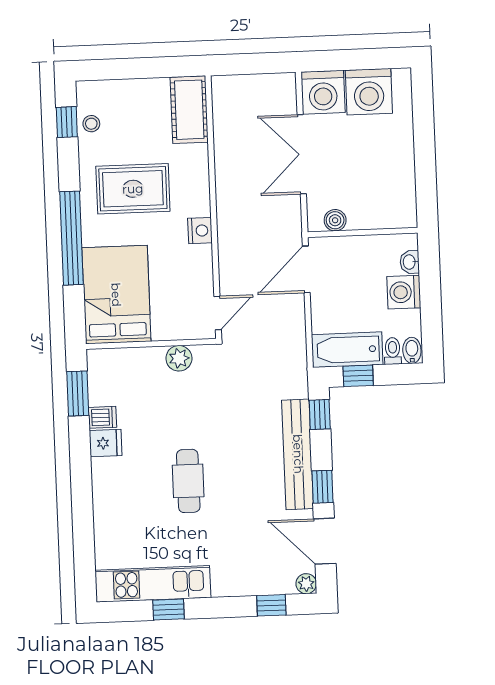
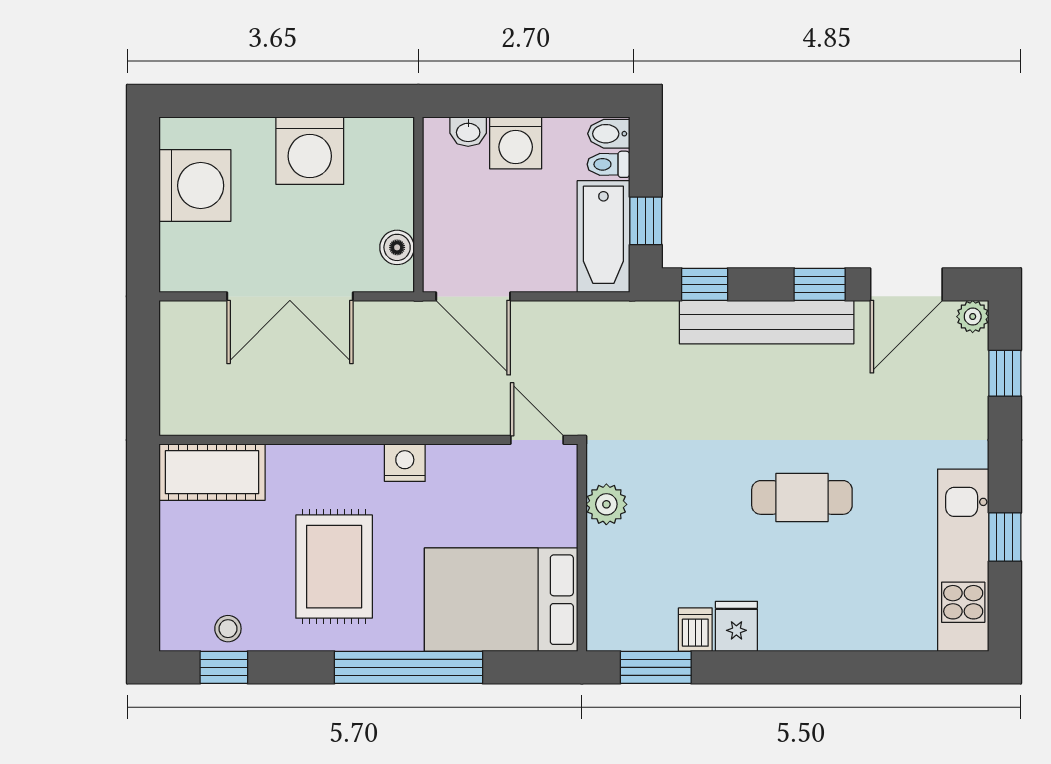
washing machine: (323, 92) -> (310, 151), moved, turned 90

